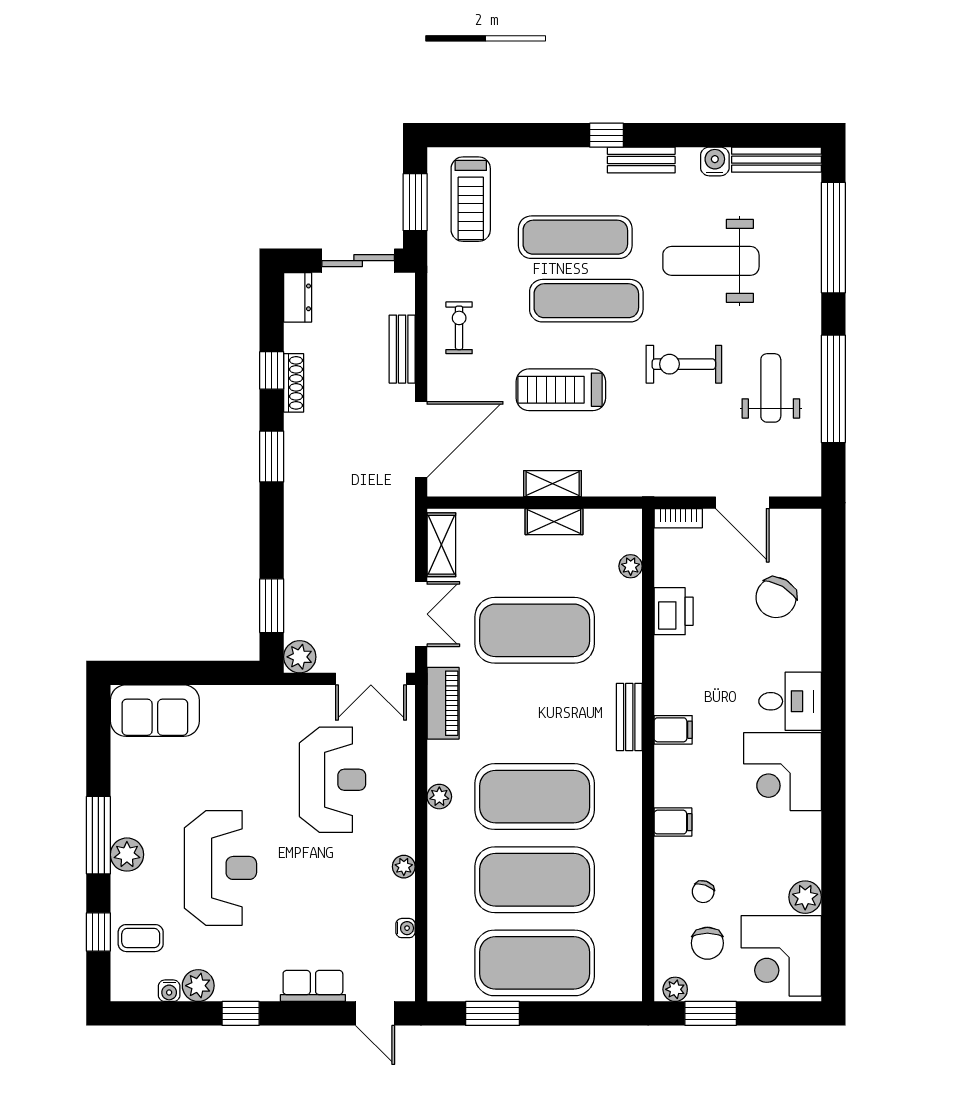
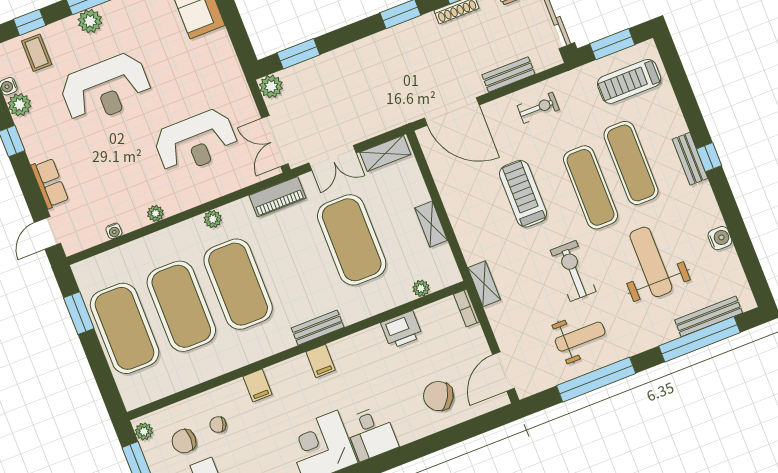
bench: (641, 160) -> (690, 159), moved
bench: (776, 160) -> (709, 316), moved, turned 90
shelving: (553, 484) -> (484, 284), moved
door: (742, 503) -> (503, 372), moved

